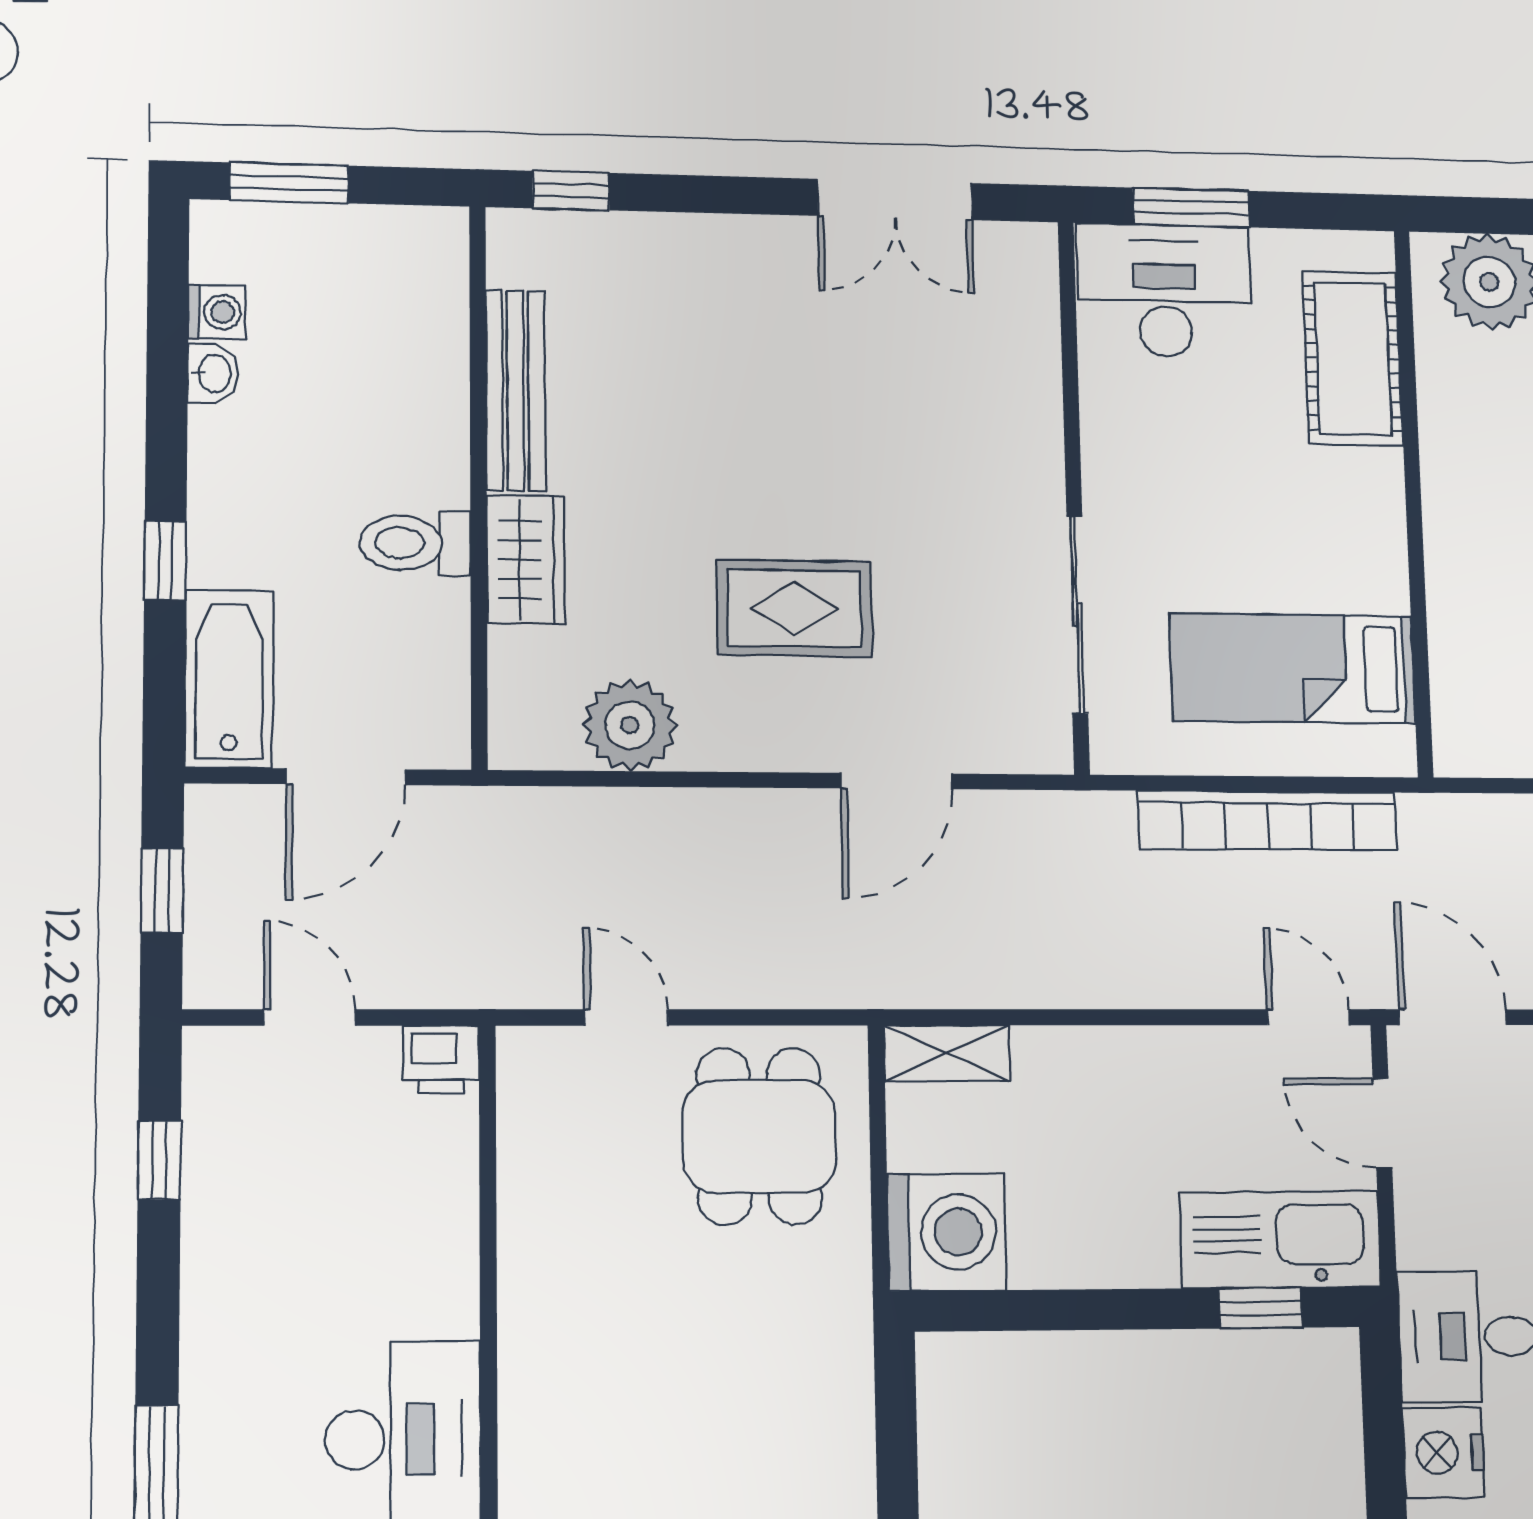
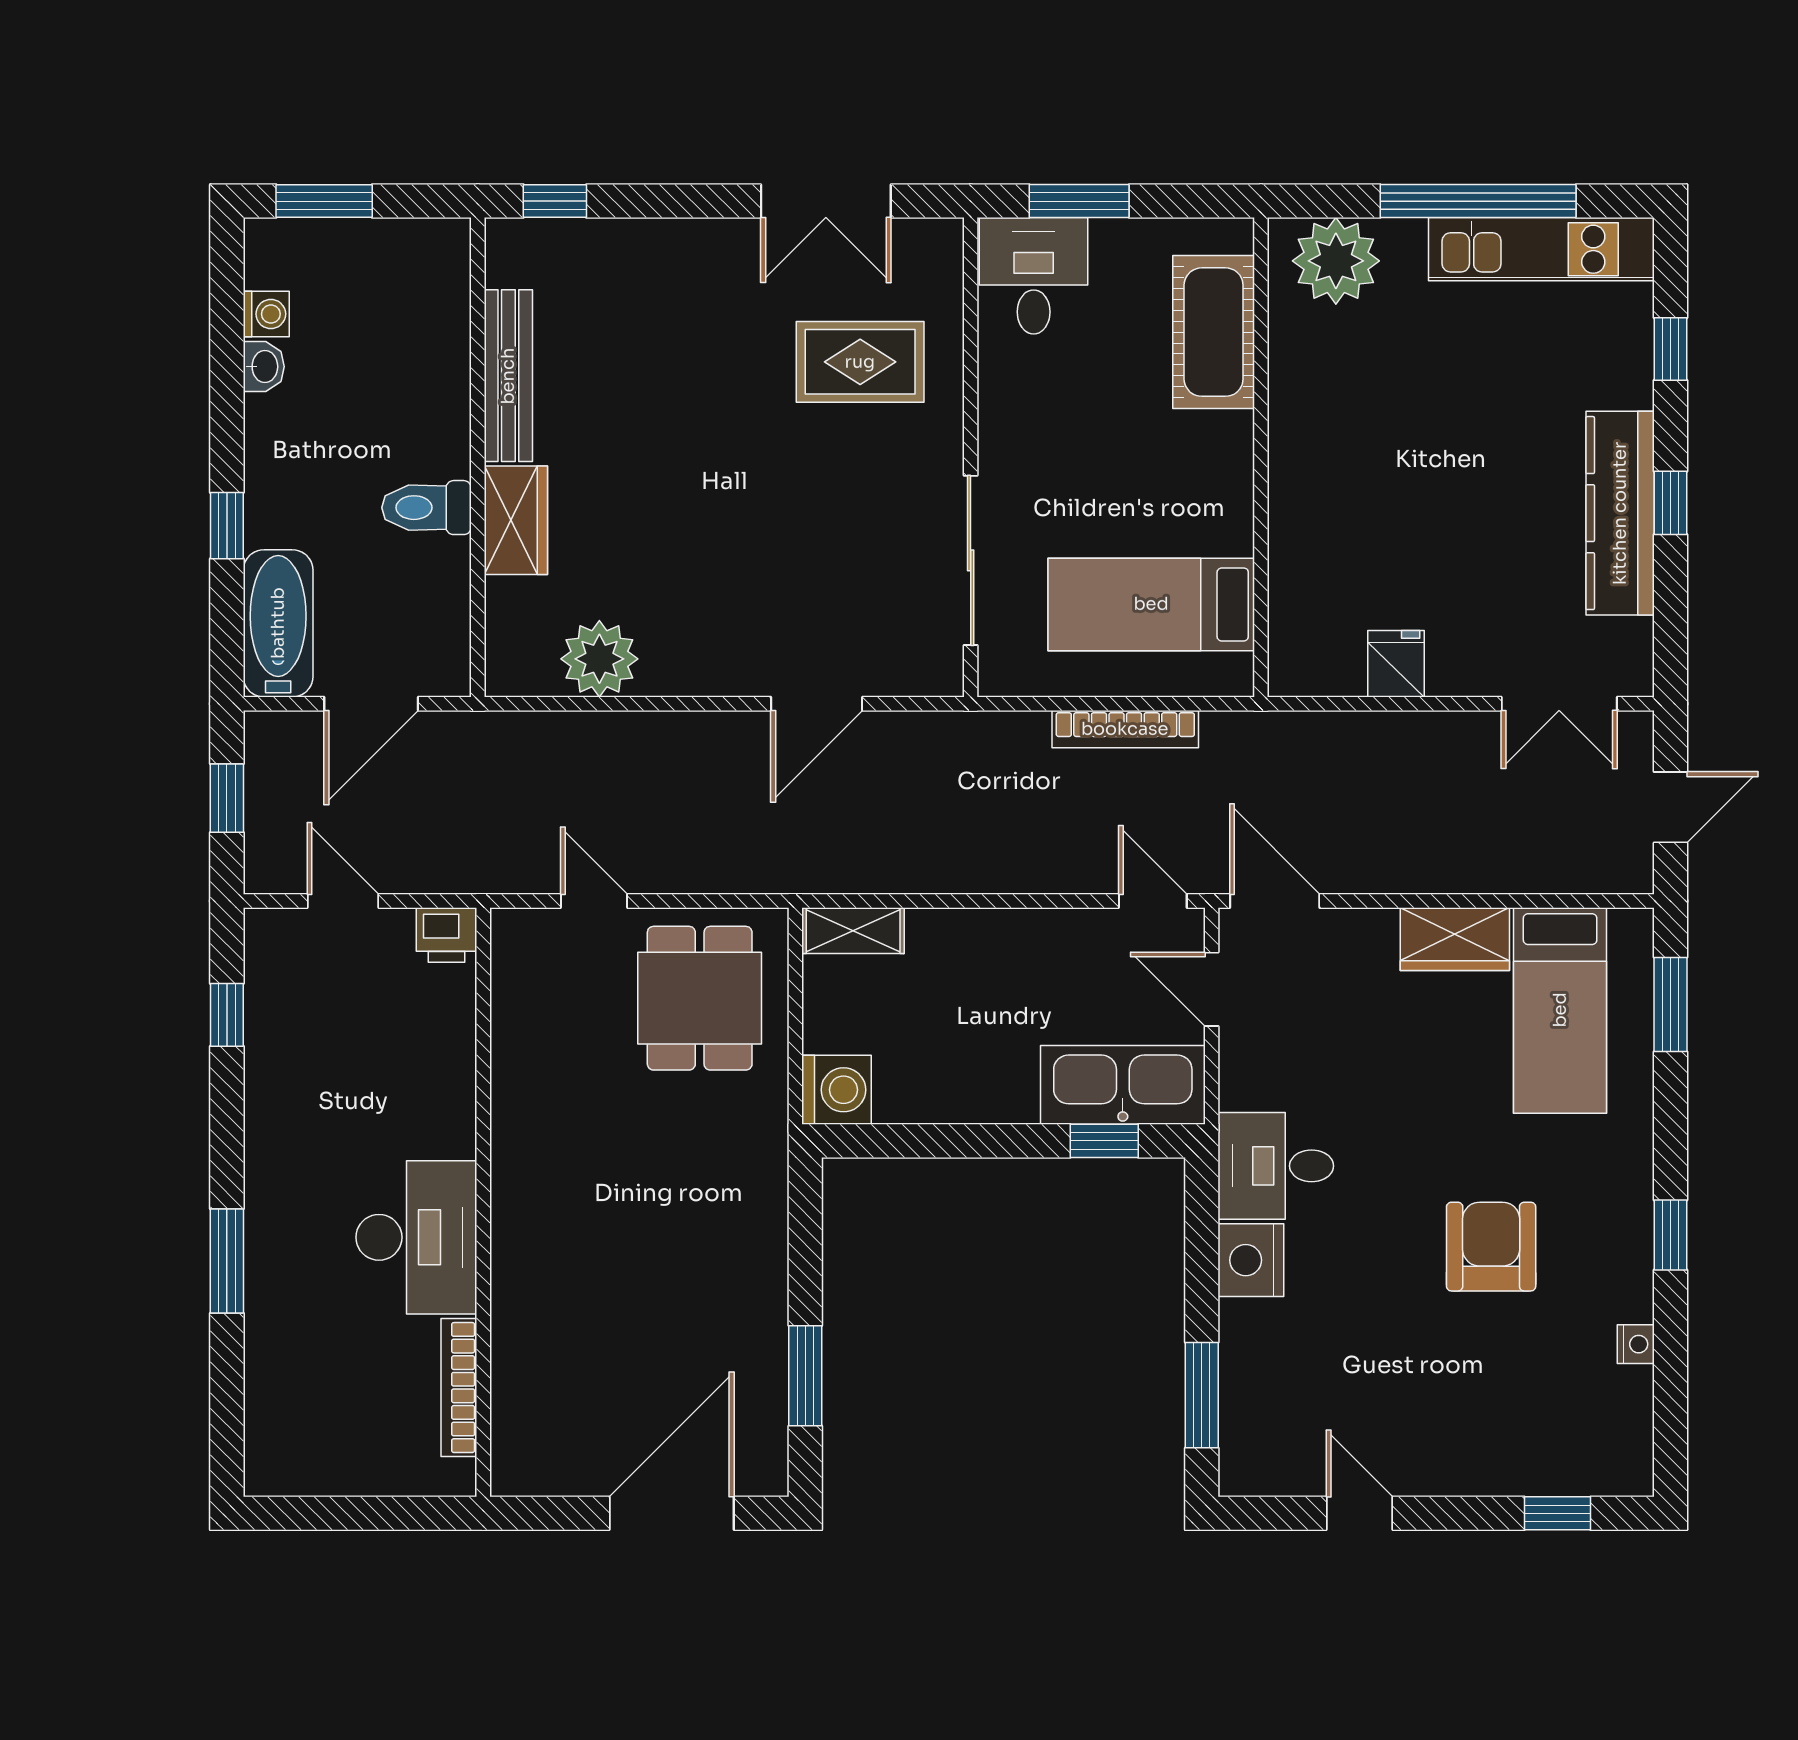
desk: (1165, 291) -> (1034, 276), width x0.73
rug: (794, 608) -> (860, 362), moved
bookcase: (1268, 820) -> (1125, 729), width x0.68, depth x0.76
washing machine: (947, 1232) -> (837, 1090), width x0.73, depth x0.73

